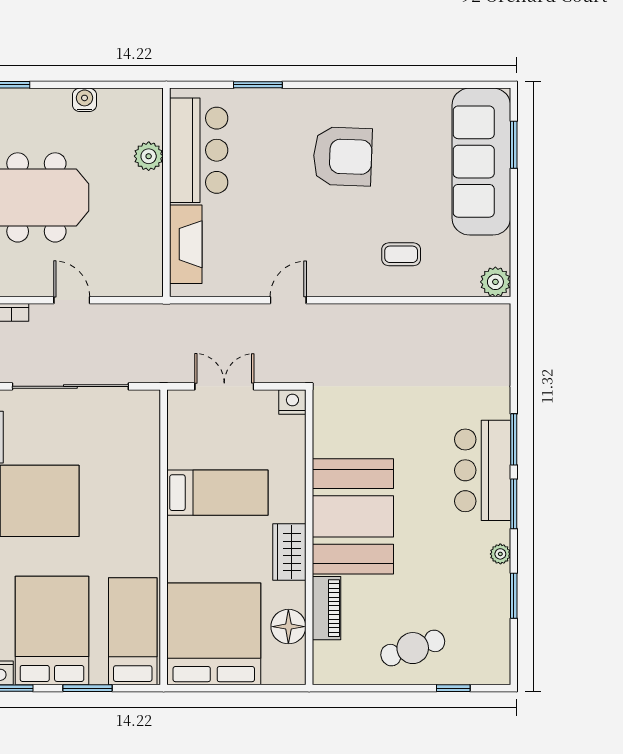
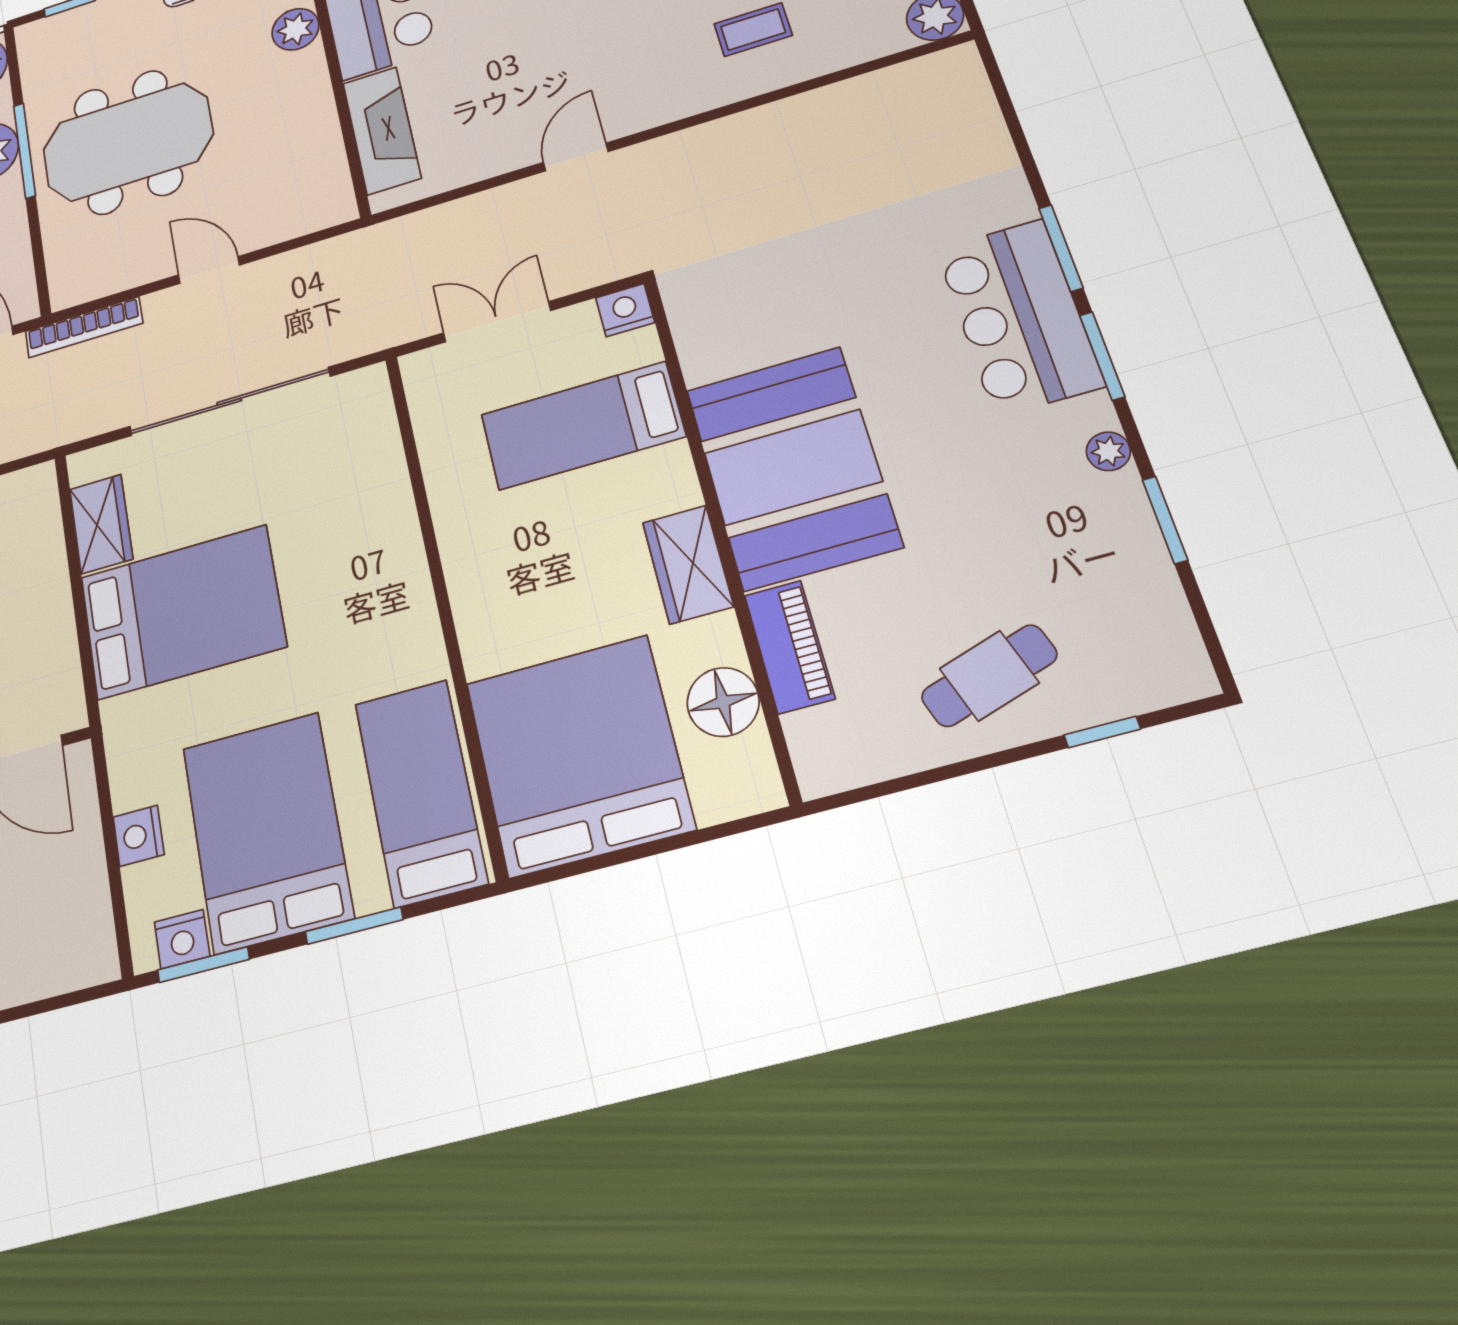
bed: (217, 493) -> (583, 426), moved, turned 180

